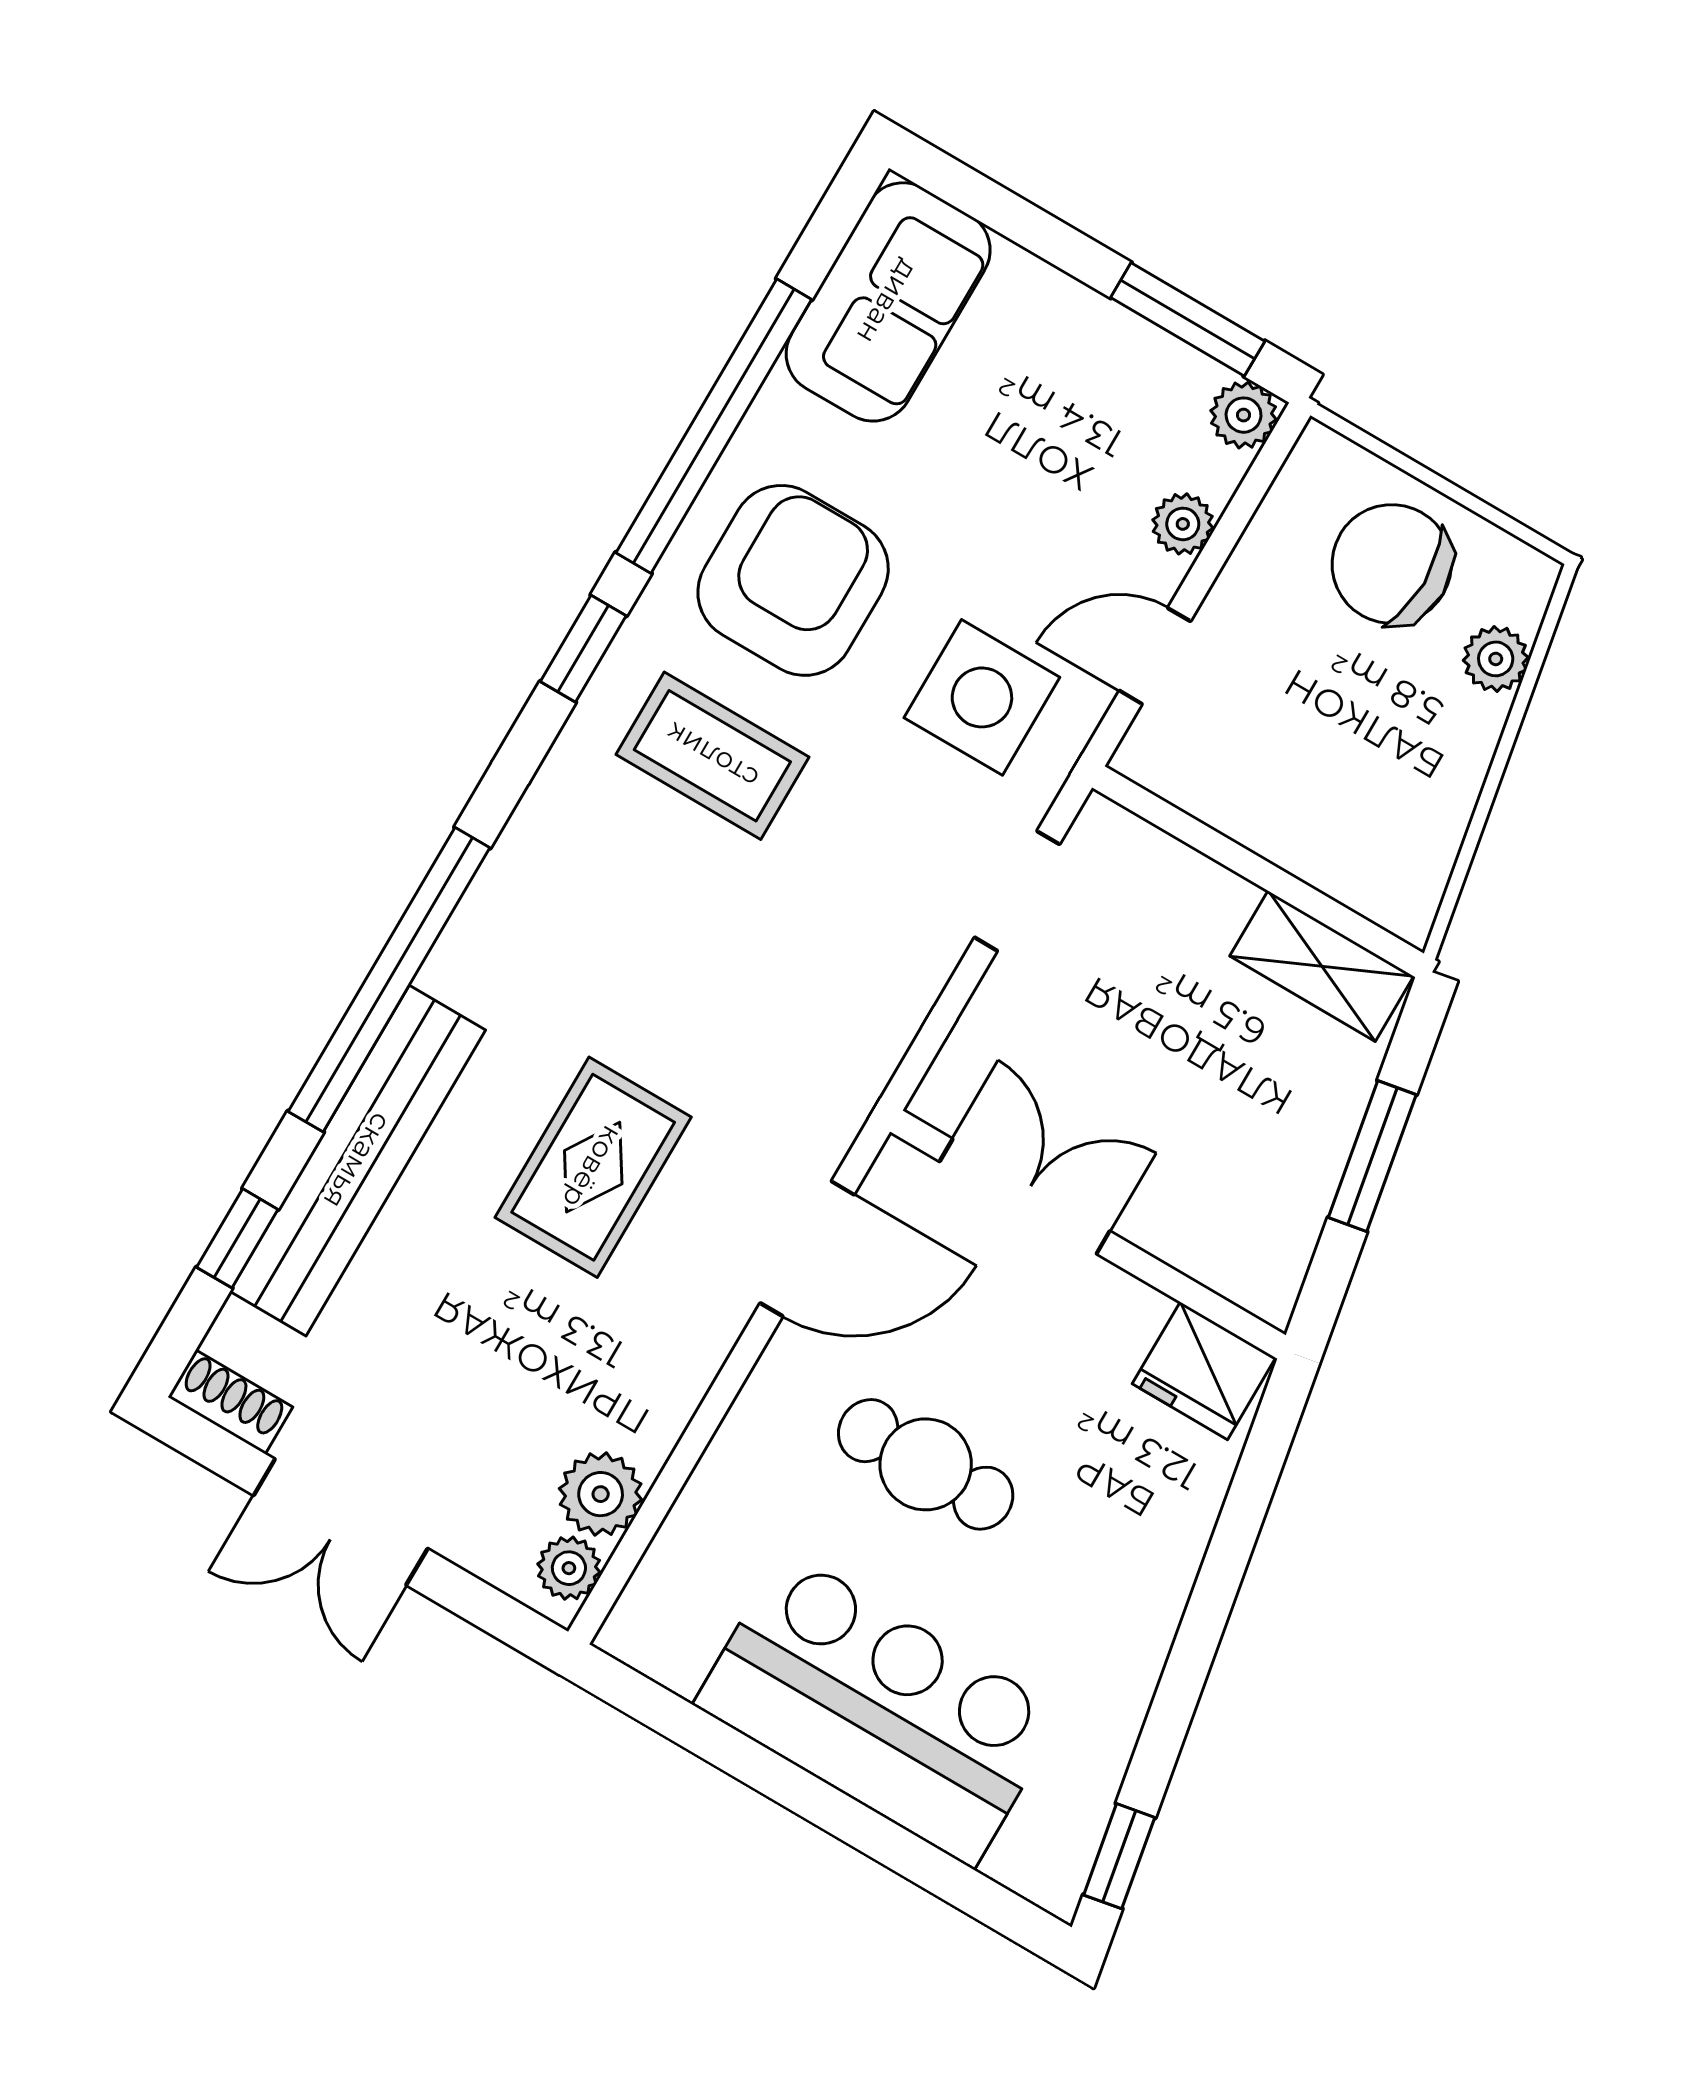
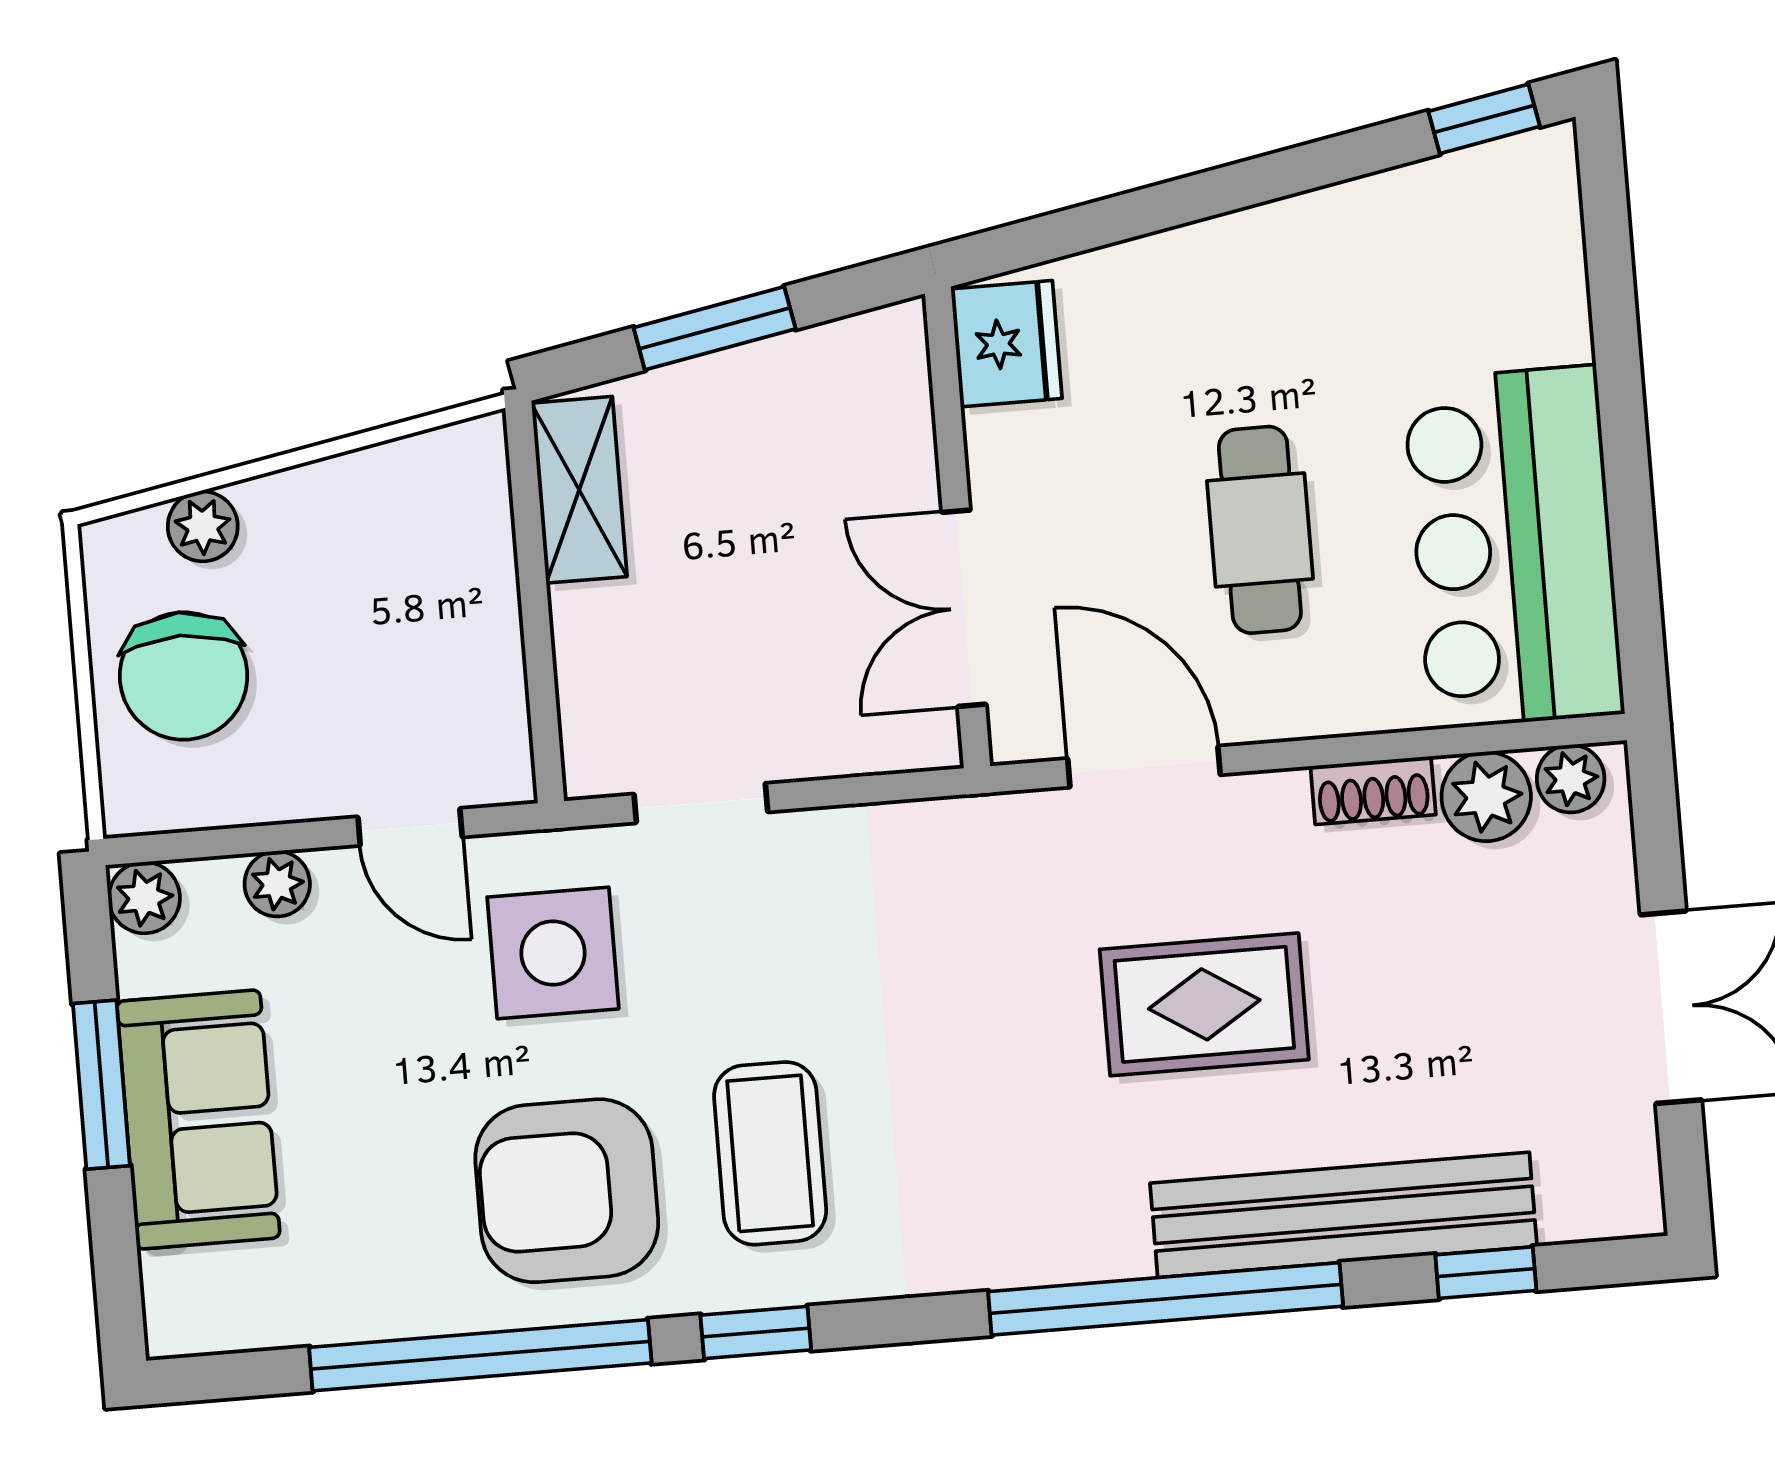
sofa: (888, 302) -> (198, 1120), moved, turned 90
window: (1188, 319) -> (101, 1085), moved
shoe rack: (230, 1402) -> (1373, 790), moved, turned -90
bar counter: (879, 1709) -> (1513, 547), moved

